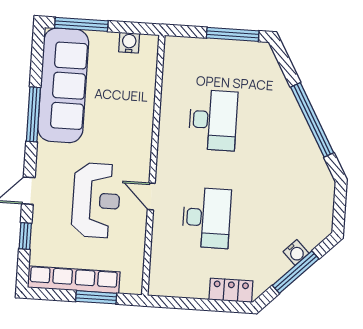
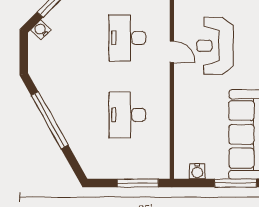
window: (233, 34) -> (138, 183), moved
water cooler: (296, 253) -> (41, 30), moved

